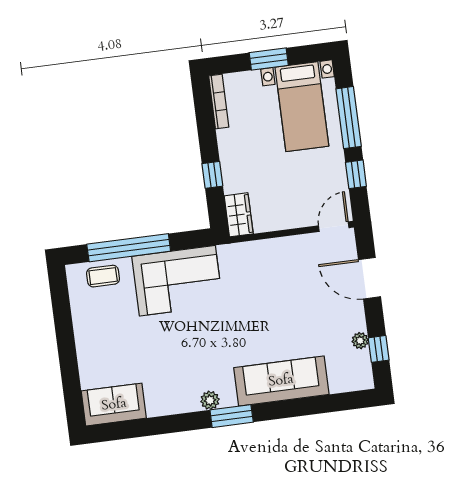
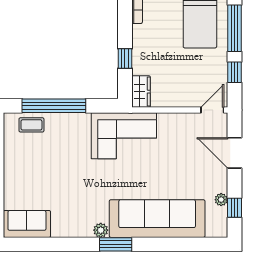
corner sofa: (177, 281) -> (124, 136), moved
sofa: (281, 381) -> (157, 219), width x1.36, depth x1.27

